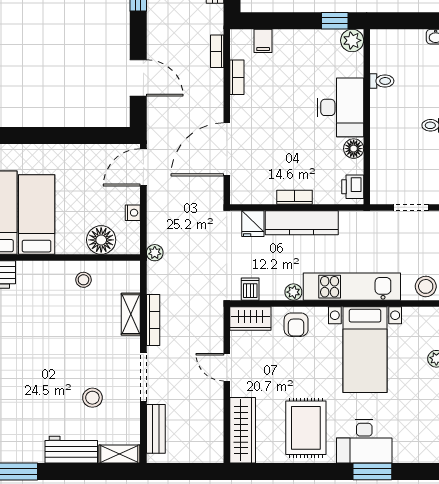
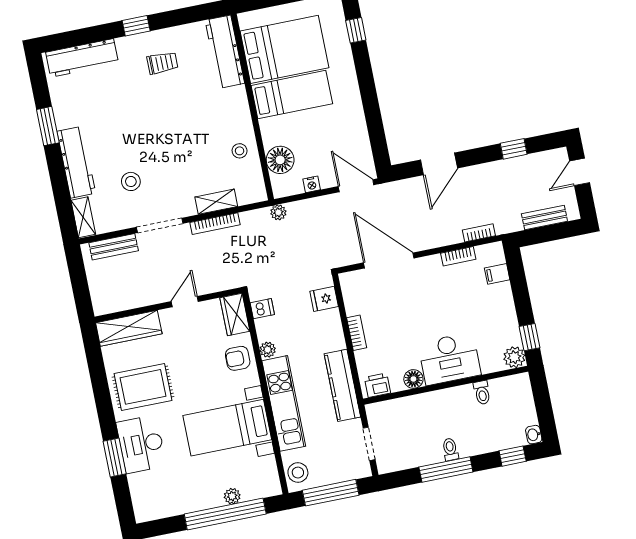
kitchen counter: (302, 223) -> (342, 385), moved
workbench: (71, 450) -> (76, 162), width x1.38

